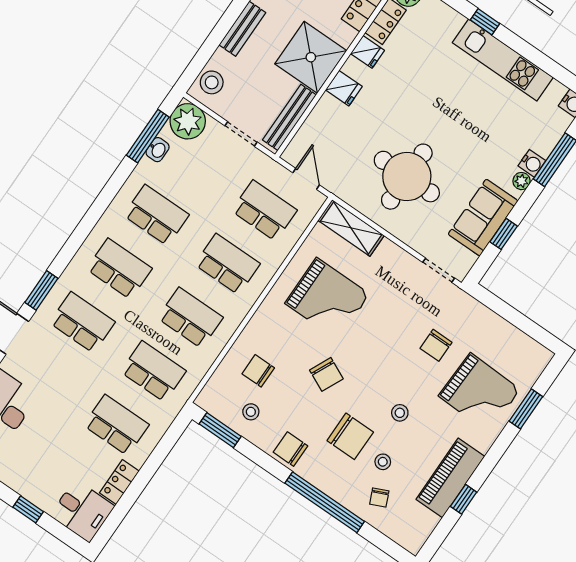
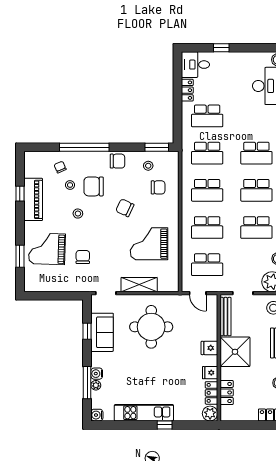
plant: (521, 181) -> (96, 385), moved
shelving: (351, 228) -> (139, 285), moved

